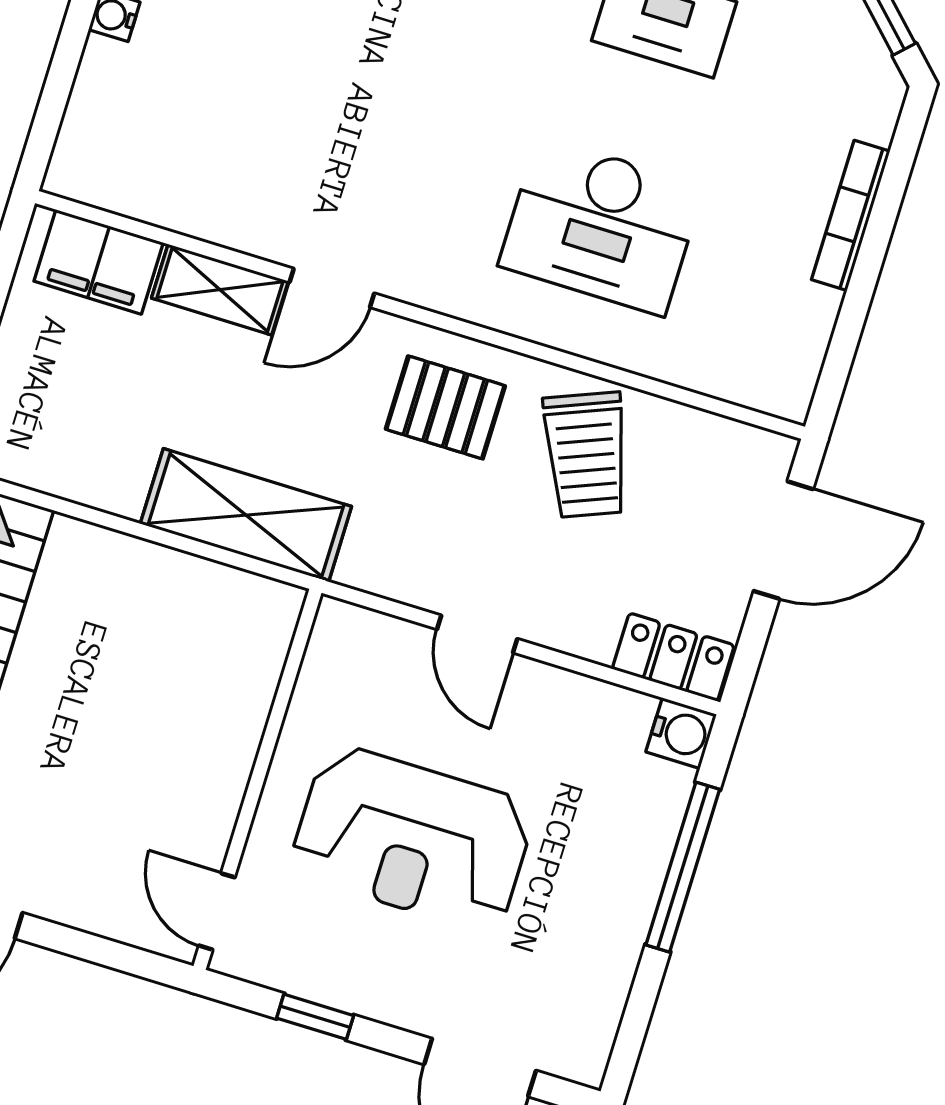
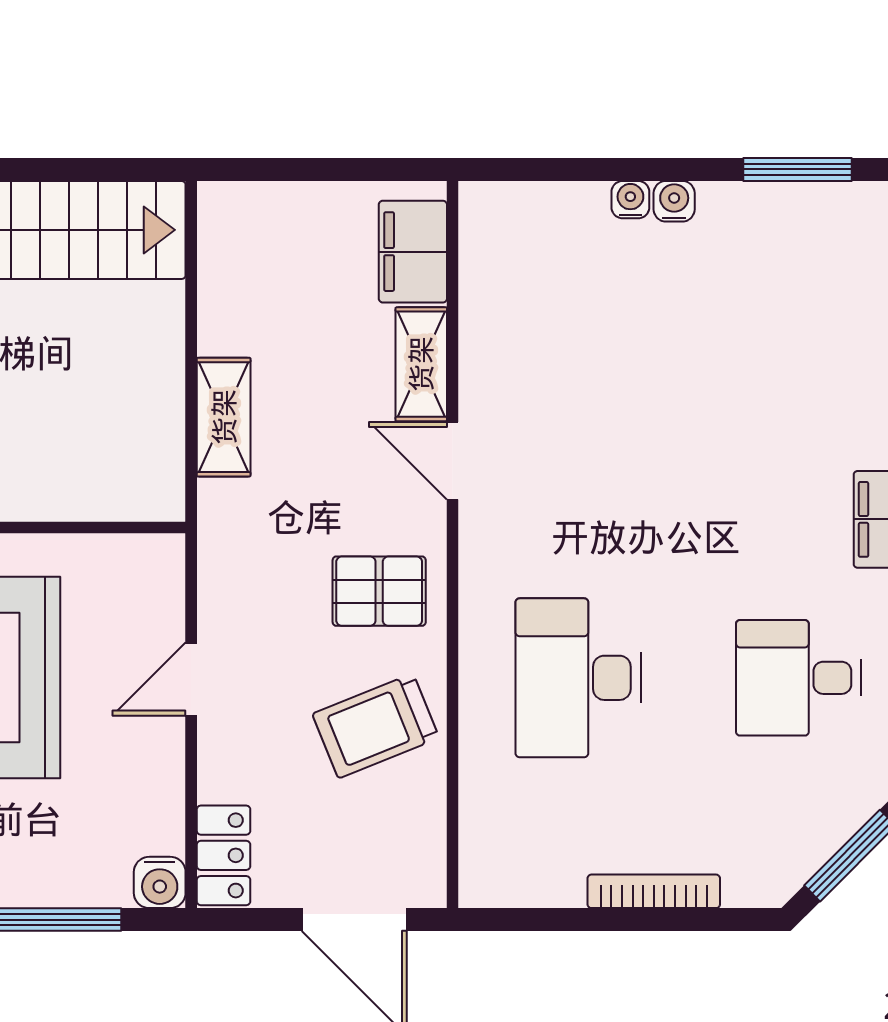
pallet: (445, 407) -> (379, 591), turned 90
shelving: (246, 515) -> (224, 417), width x0.67, depth x0.75

